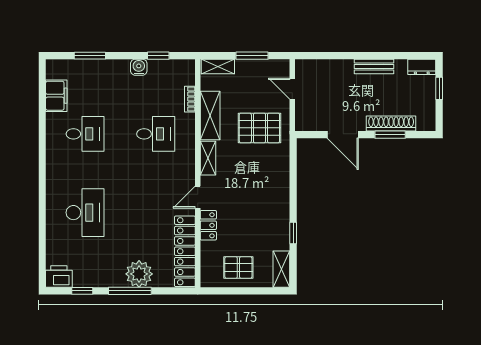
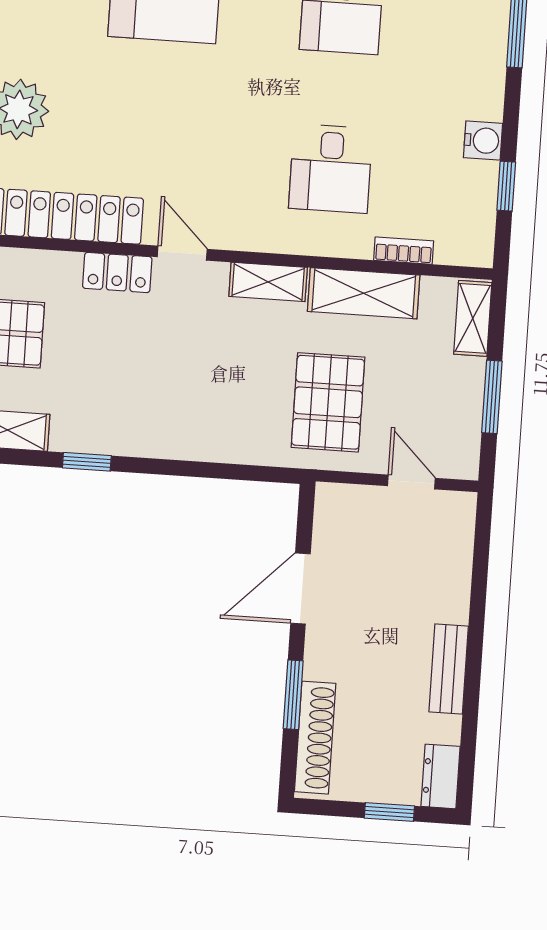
door: (292, 89) -> (411, 482), hinge flipped
shoe rack: (391, 124) -> (315, 738), moved

